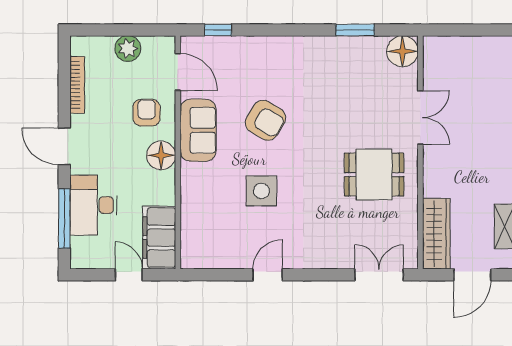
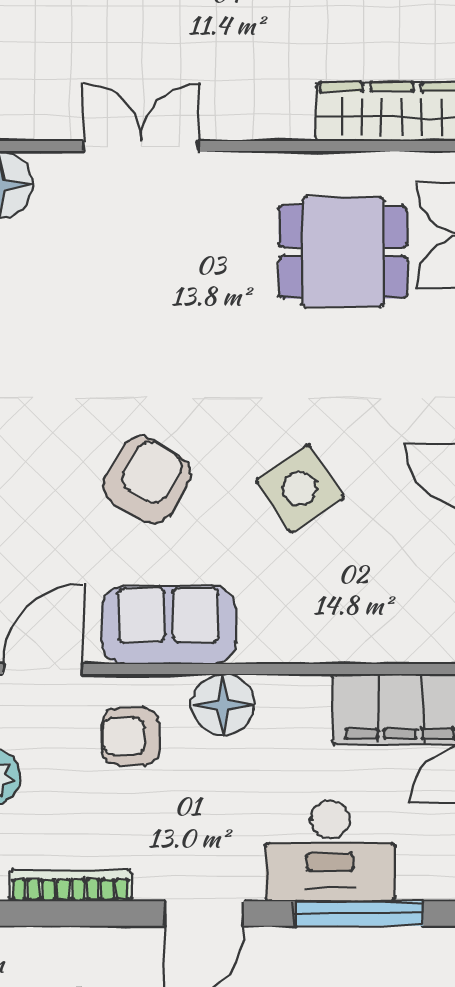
dining table: (374, 175) -> (343, 252), moved, turned 90
side table: (261, 191) -> (300, 489), turned -34

